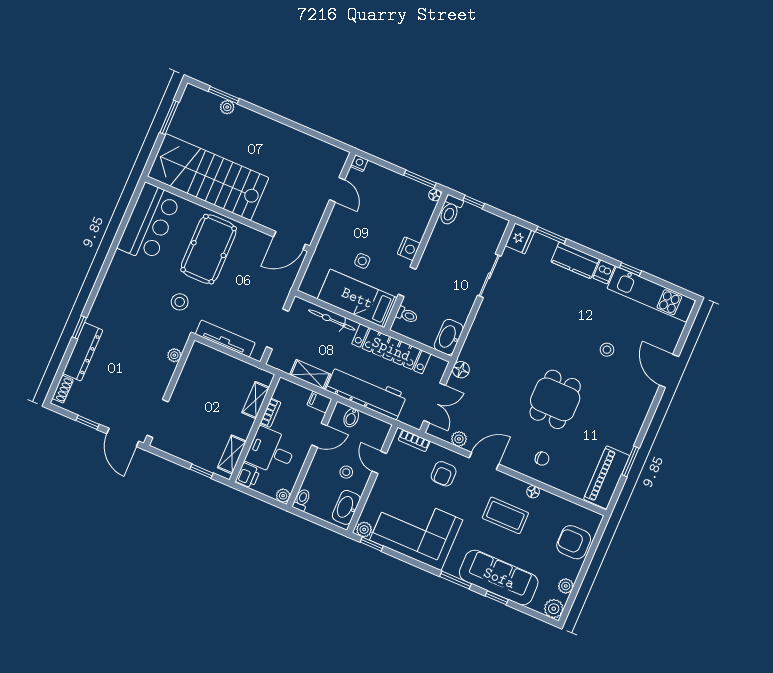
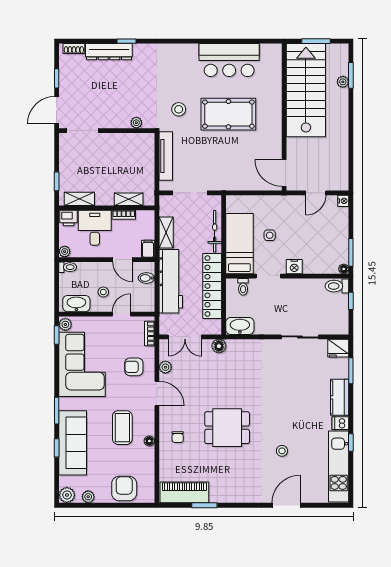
stairs: (208, 177) -> (306, 90), moved
wall: (227, 214) -> (284, 117), moved
door: (289, 240) -> (284, 173), moved

